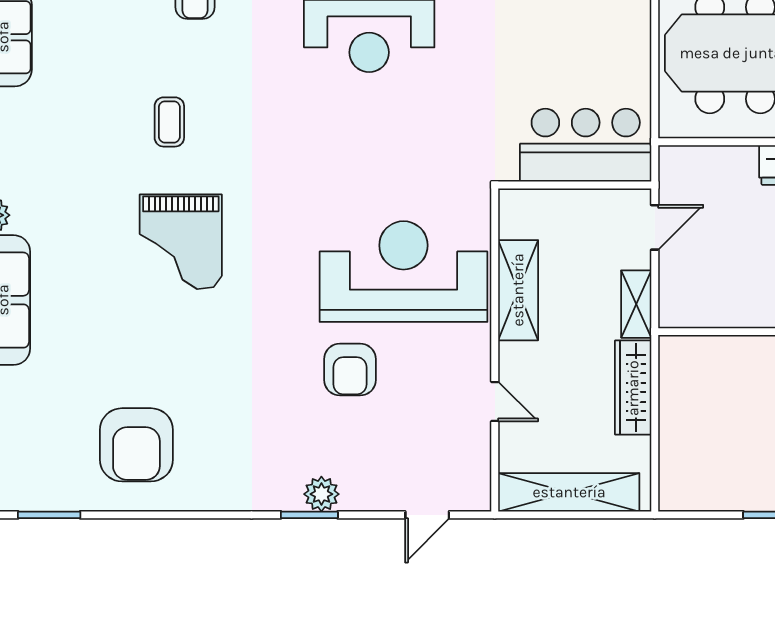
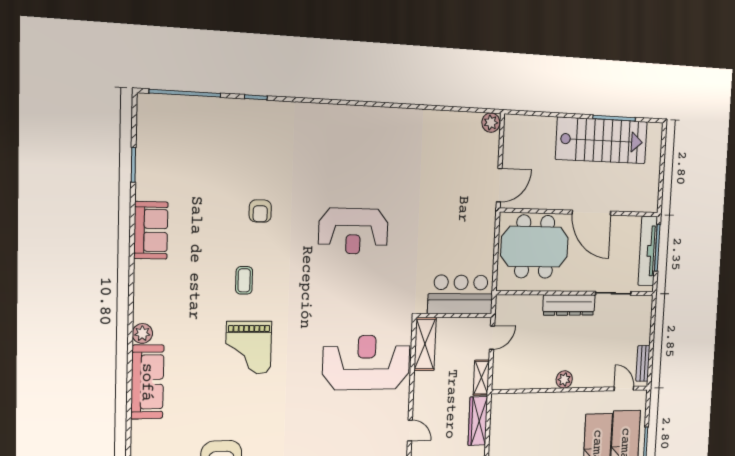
shelving: (518, 290) -> (425, 344), moved
armchair: (350, 370) -> (337, 416), removed

